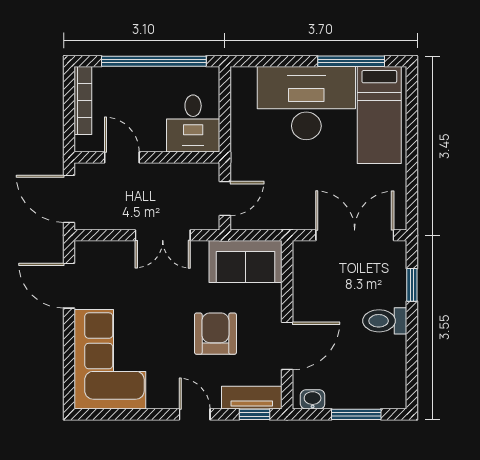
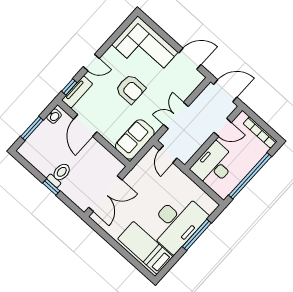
window: (351, 61) -> (197, 235), moved
desk: (193, 123) -> (214, 165), width x1.37
window: (412, 285) -> (51, 187), moved
armchair: (215, 334) -> (131, 89), moved

